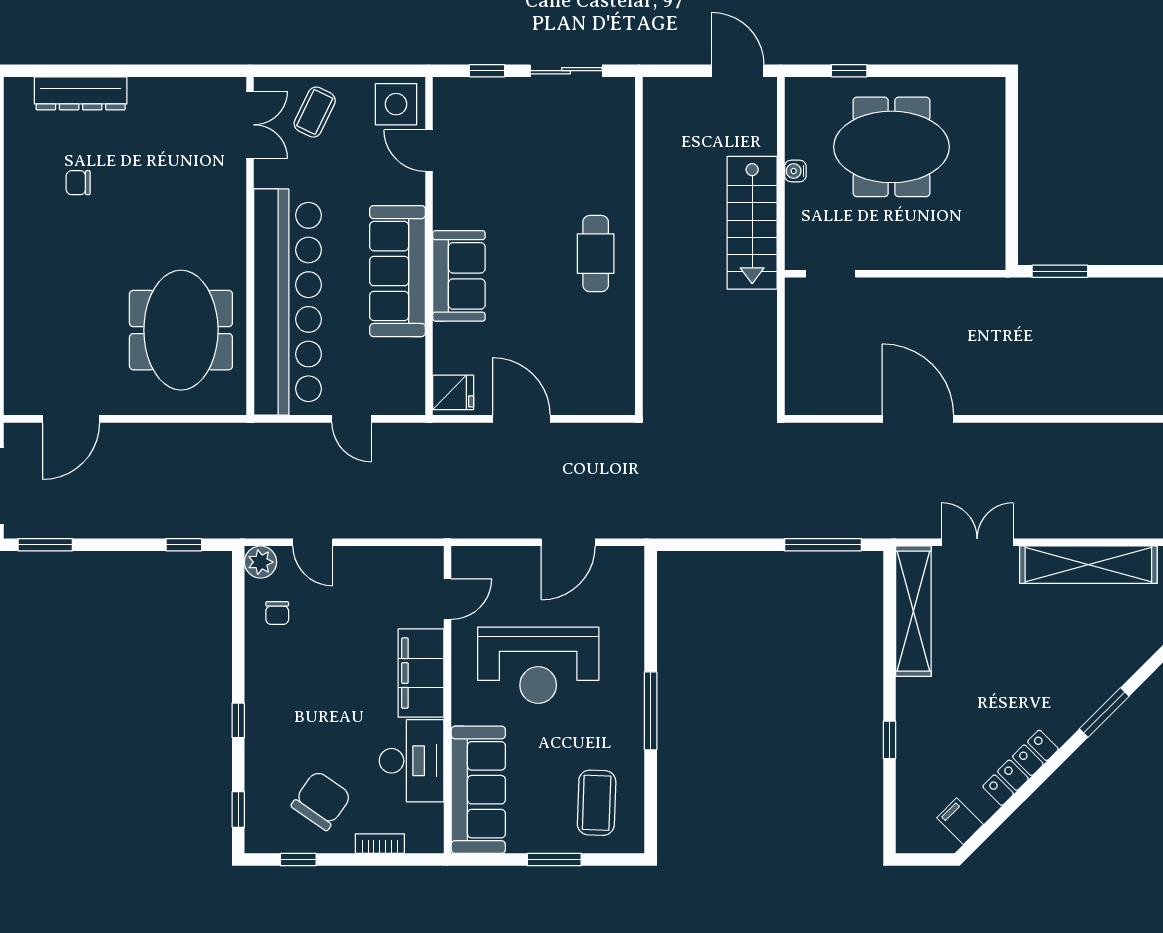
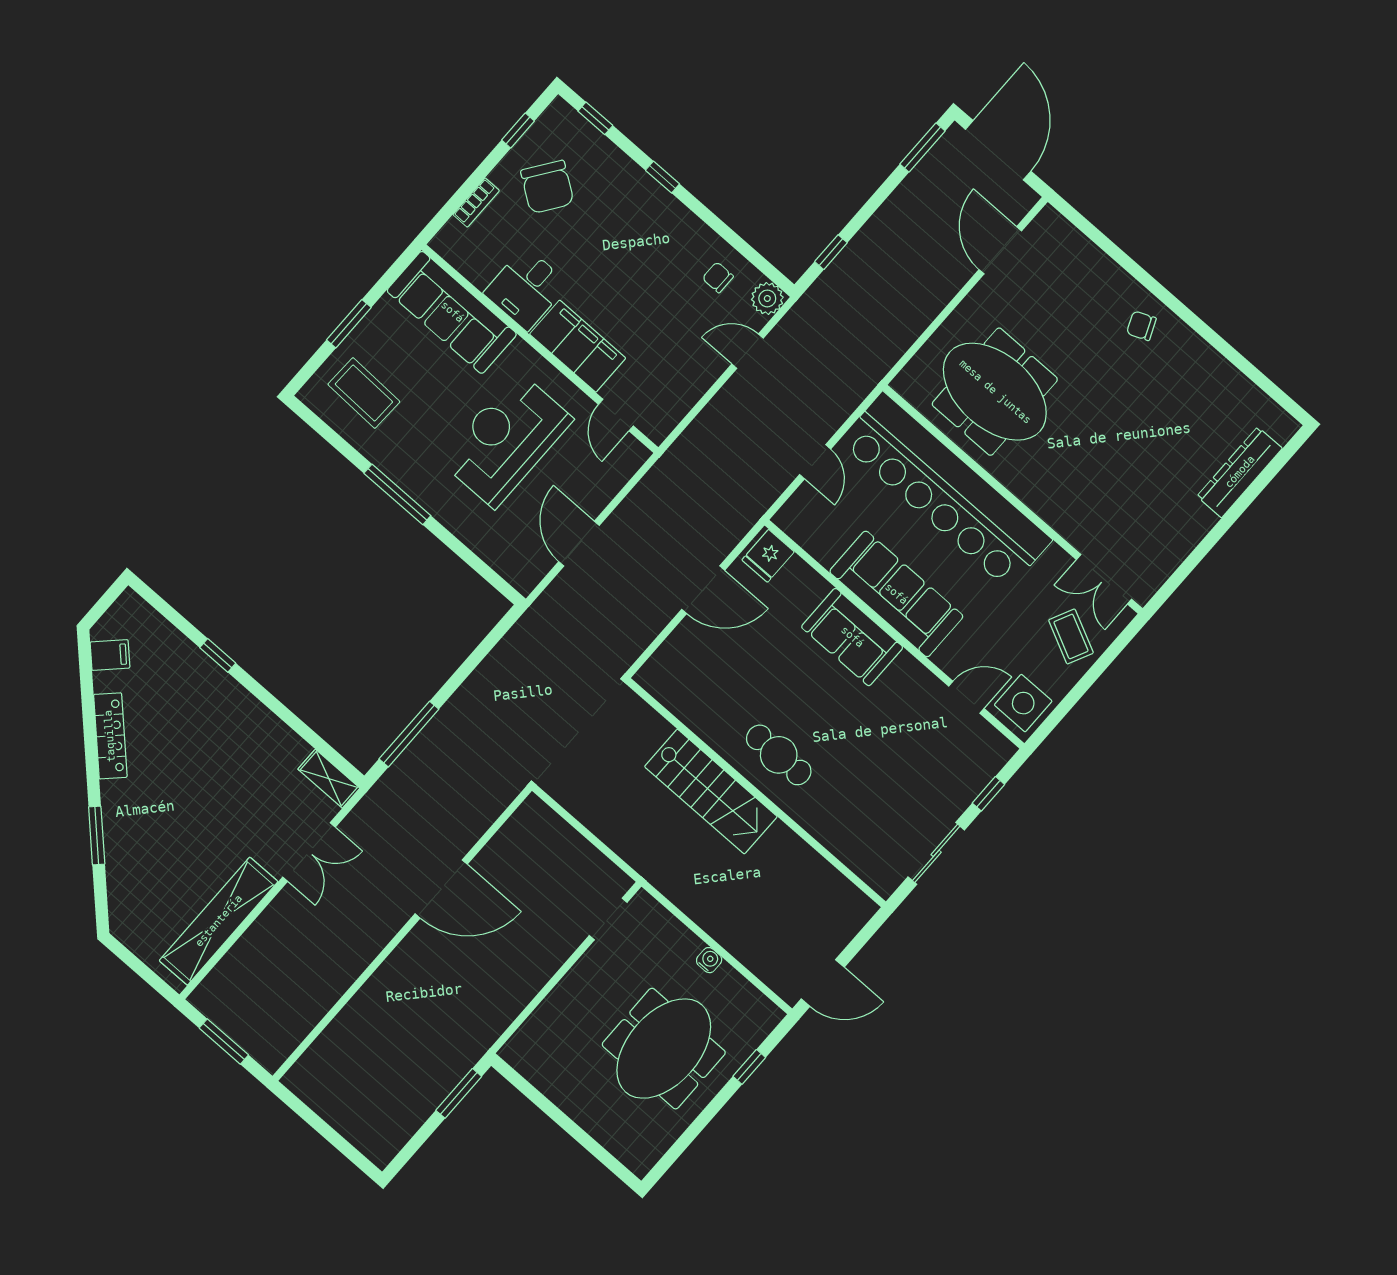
chair: (78, 183) -> (1141, 326), moved, turned -113
stairs: (752, 223) -> (711, 792), moved, turned 180
door: (352, 419) -> (815, 462), swing flipped
shelving: (913, 611) -> (329, 779), width x0.45, depth x0.75
desk: (412, 761) -> (526, 289), width x0.73

